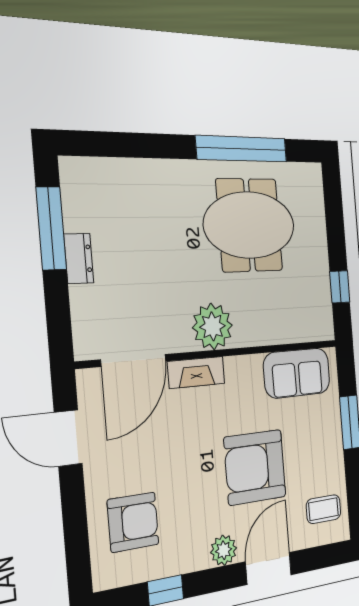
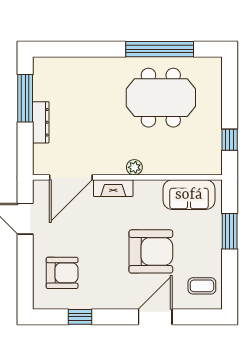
dresser: (79, 259) -> (41, 122), width x1.44
plant: (212, 326) -> (134, 167), width x0.53, depth x0.53
armchair: (255, 467) -> (151, 251), turned 180
plant: (224, 550) -> (123, 300), removed

